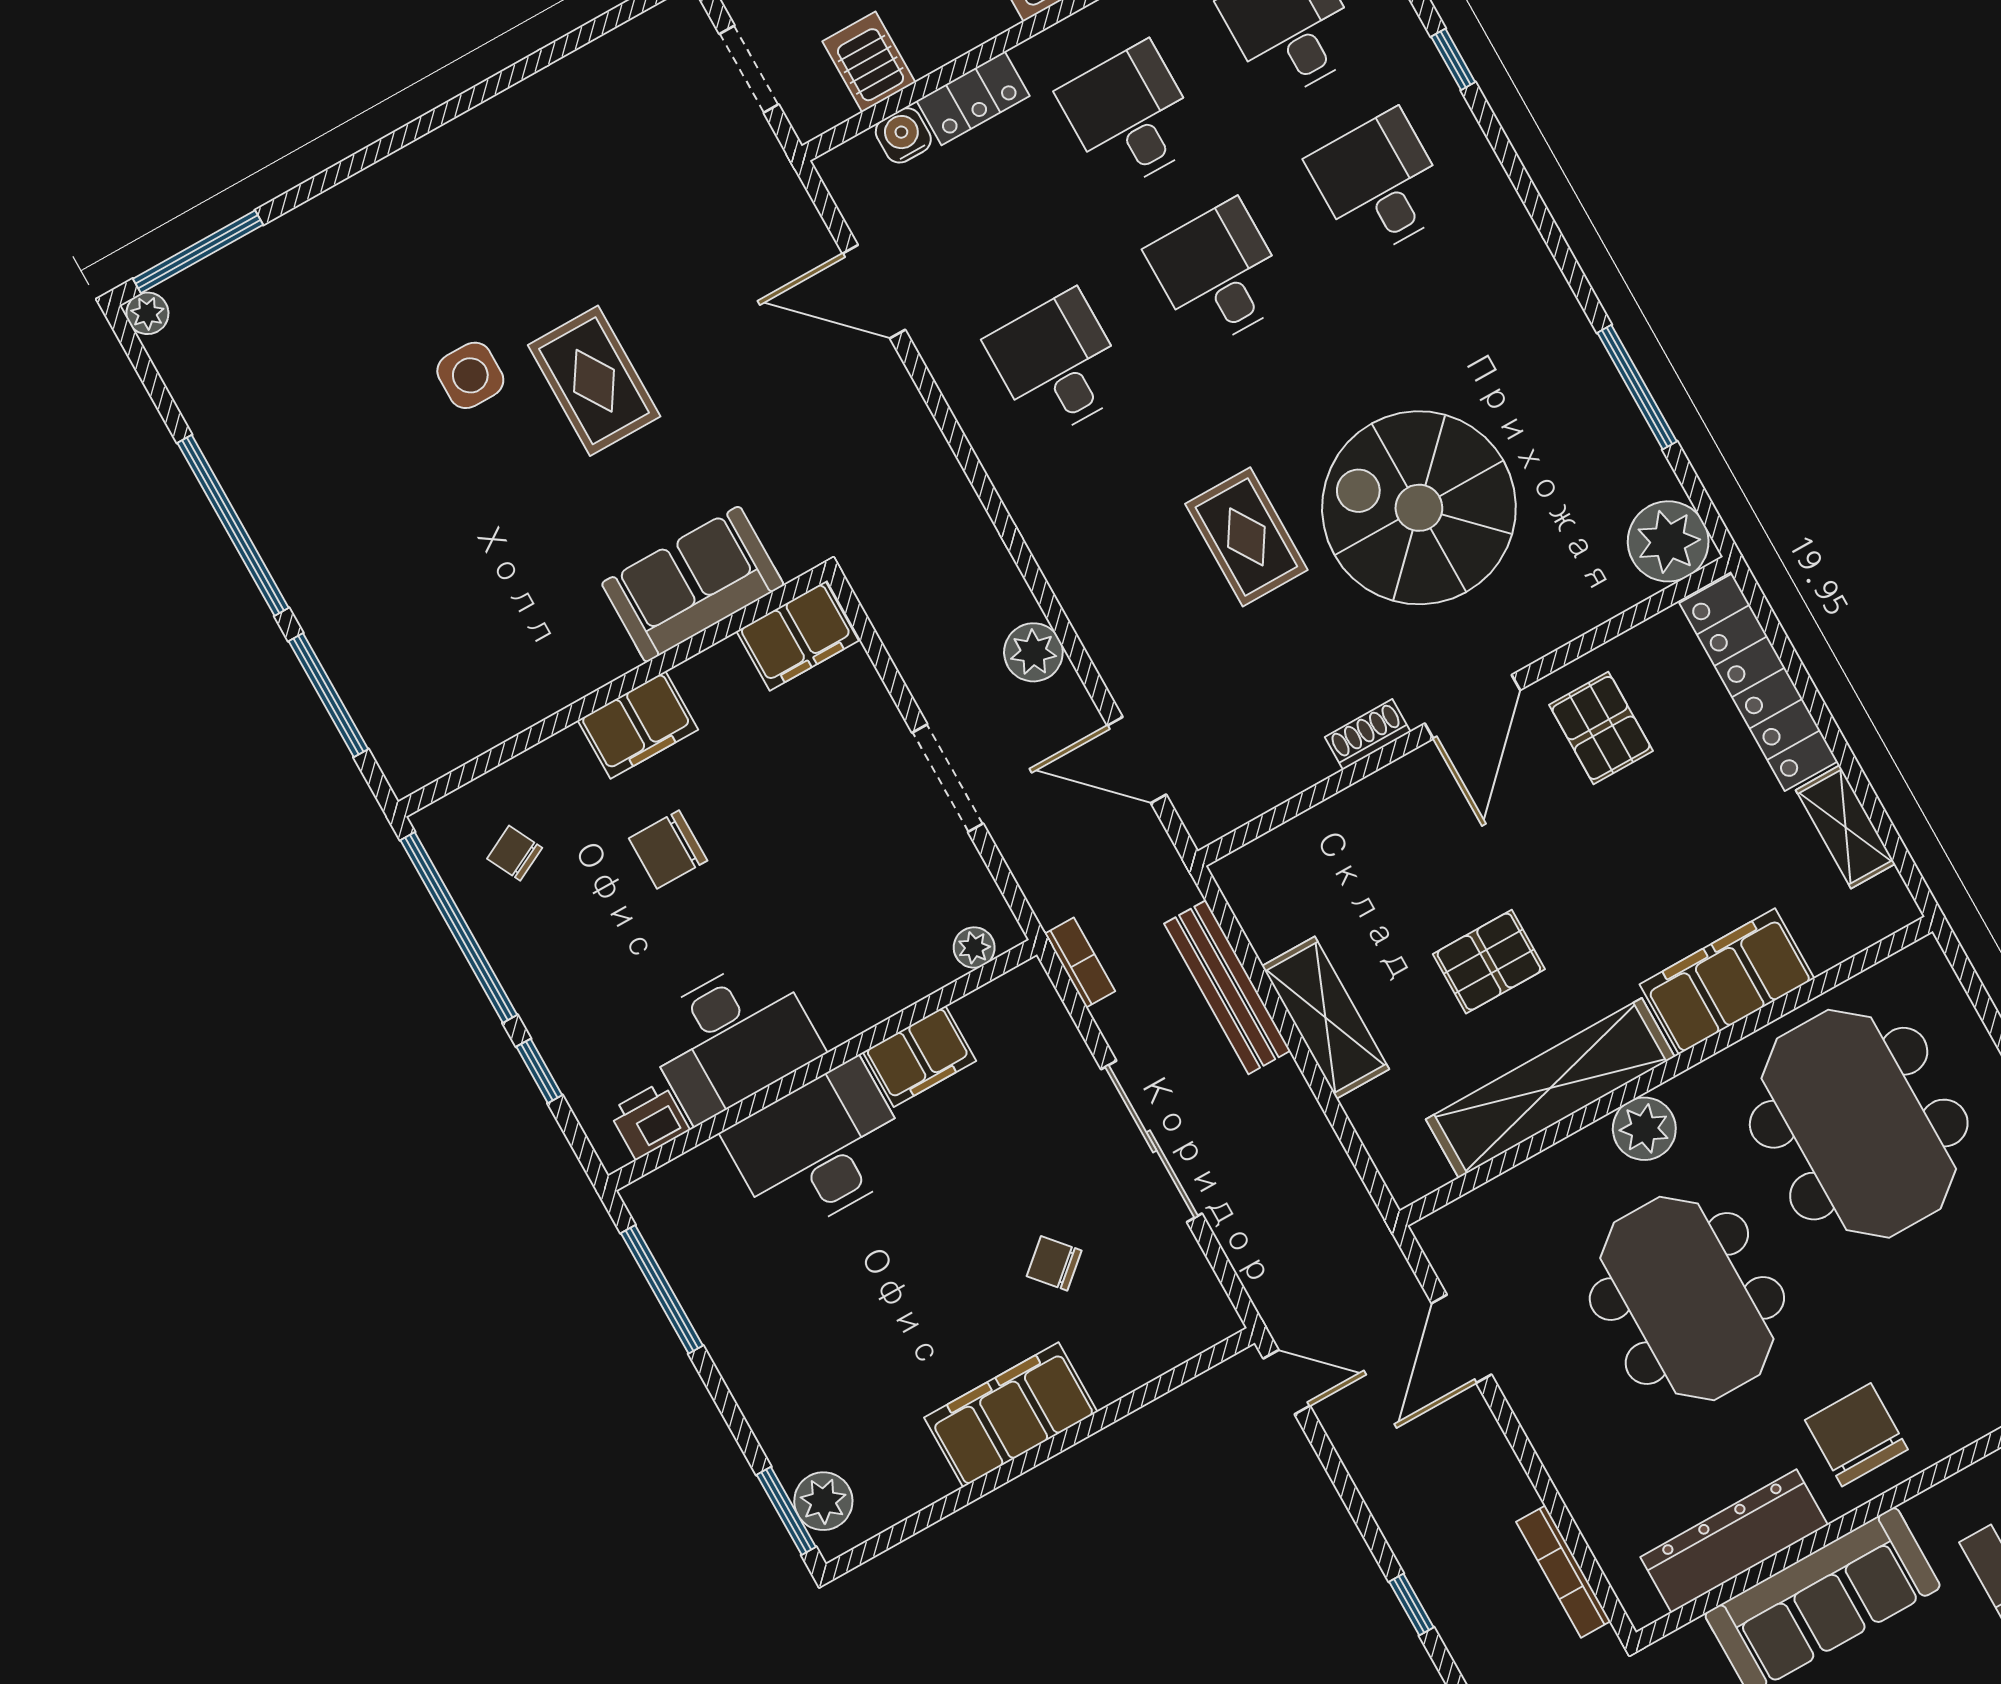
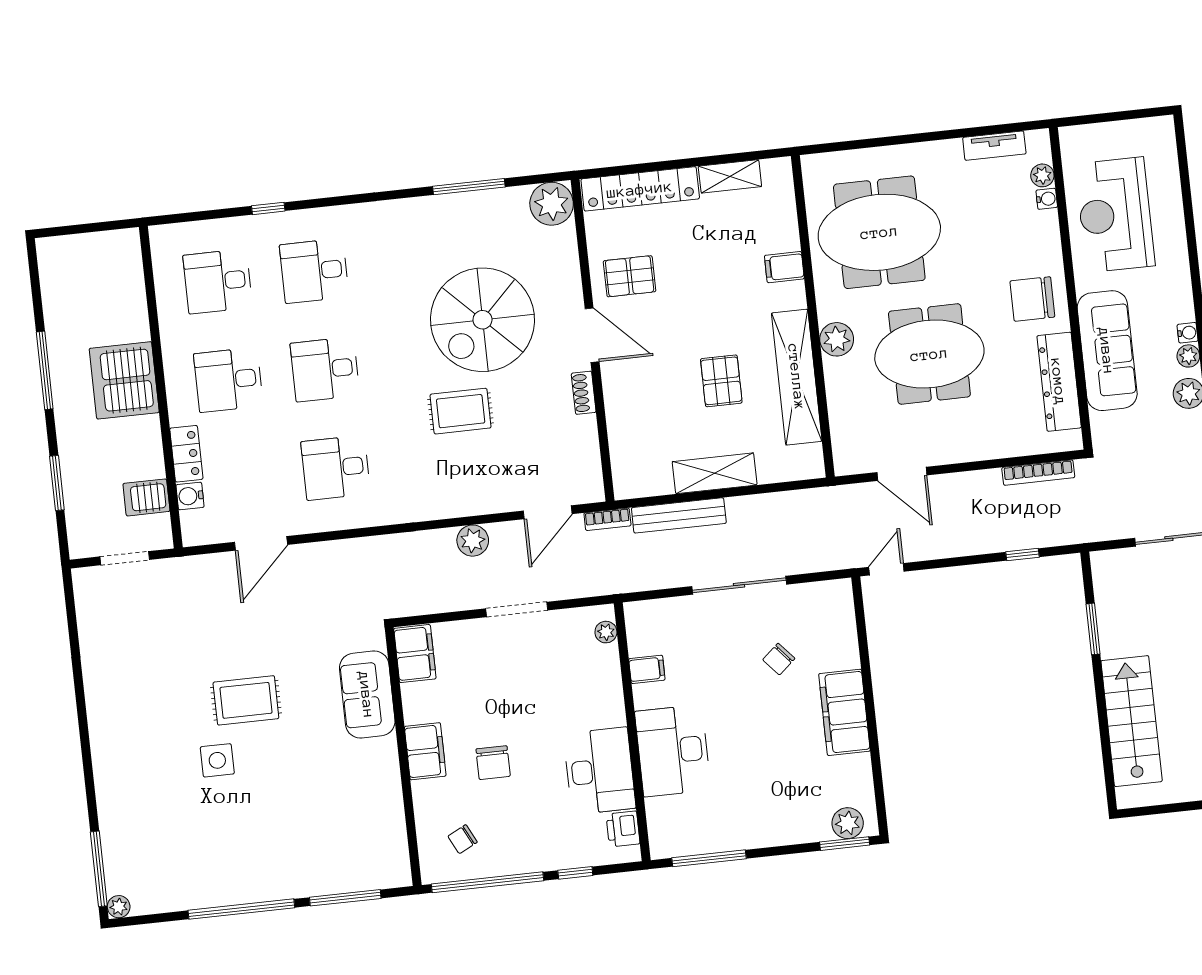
bookcase: (1080, 962) -> (607, 519), moved, turned 180
filing cabinet: (1727, 981) -> (784, 267), width x0.33, depth x0.86
filing cabinet: (919, 1056) -> (647, 669), width x0.50

